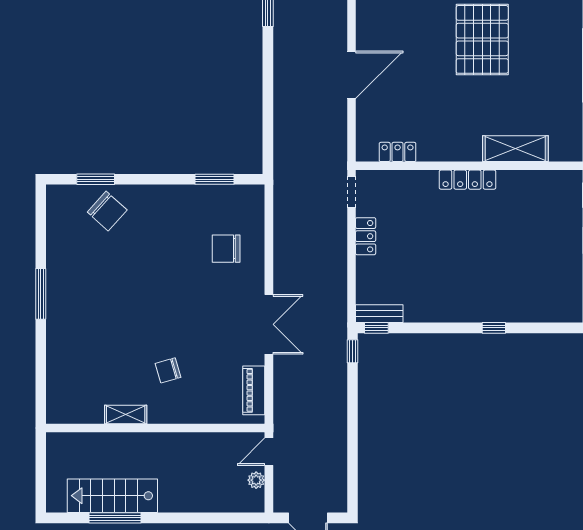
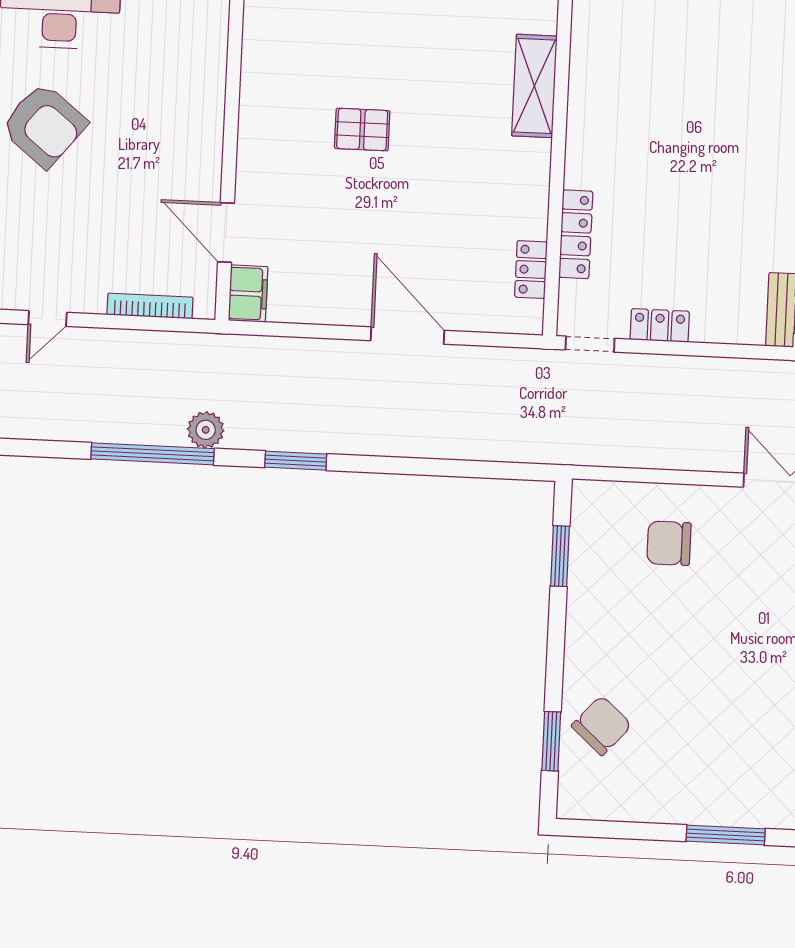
pallet: (482, 39) -> (362, 130), width x0.49, depth x0.50
locker: (468, 180) -> (576, 234), moved
chair: (226, 249) -> (669, 543), turned 90

